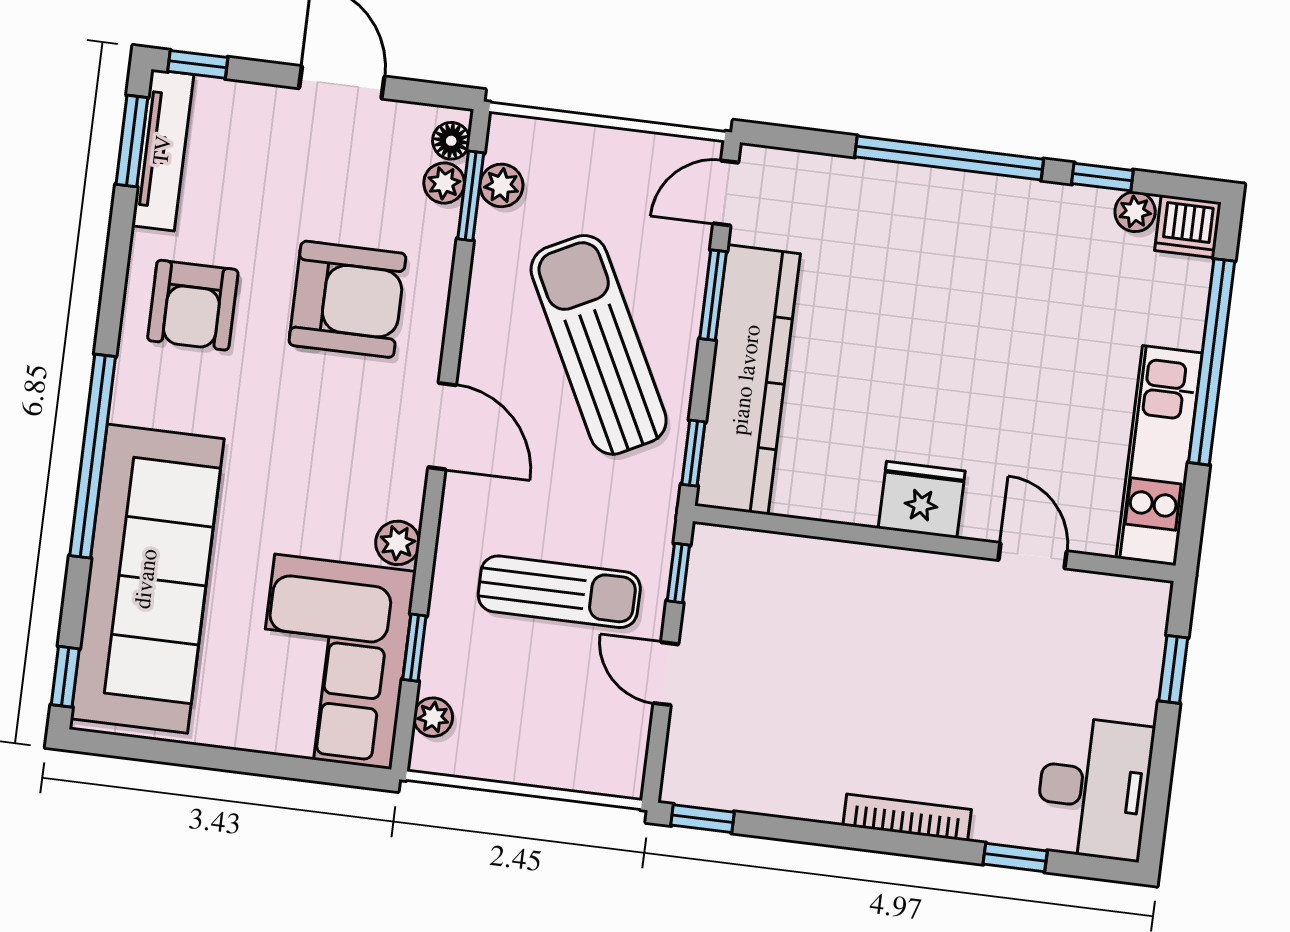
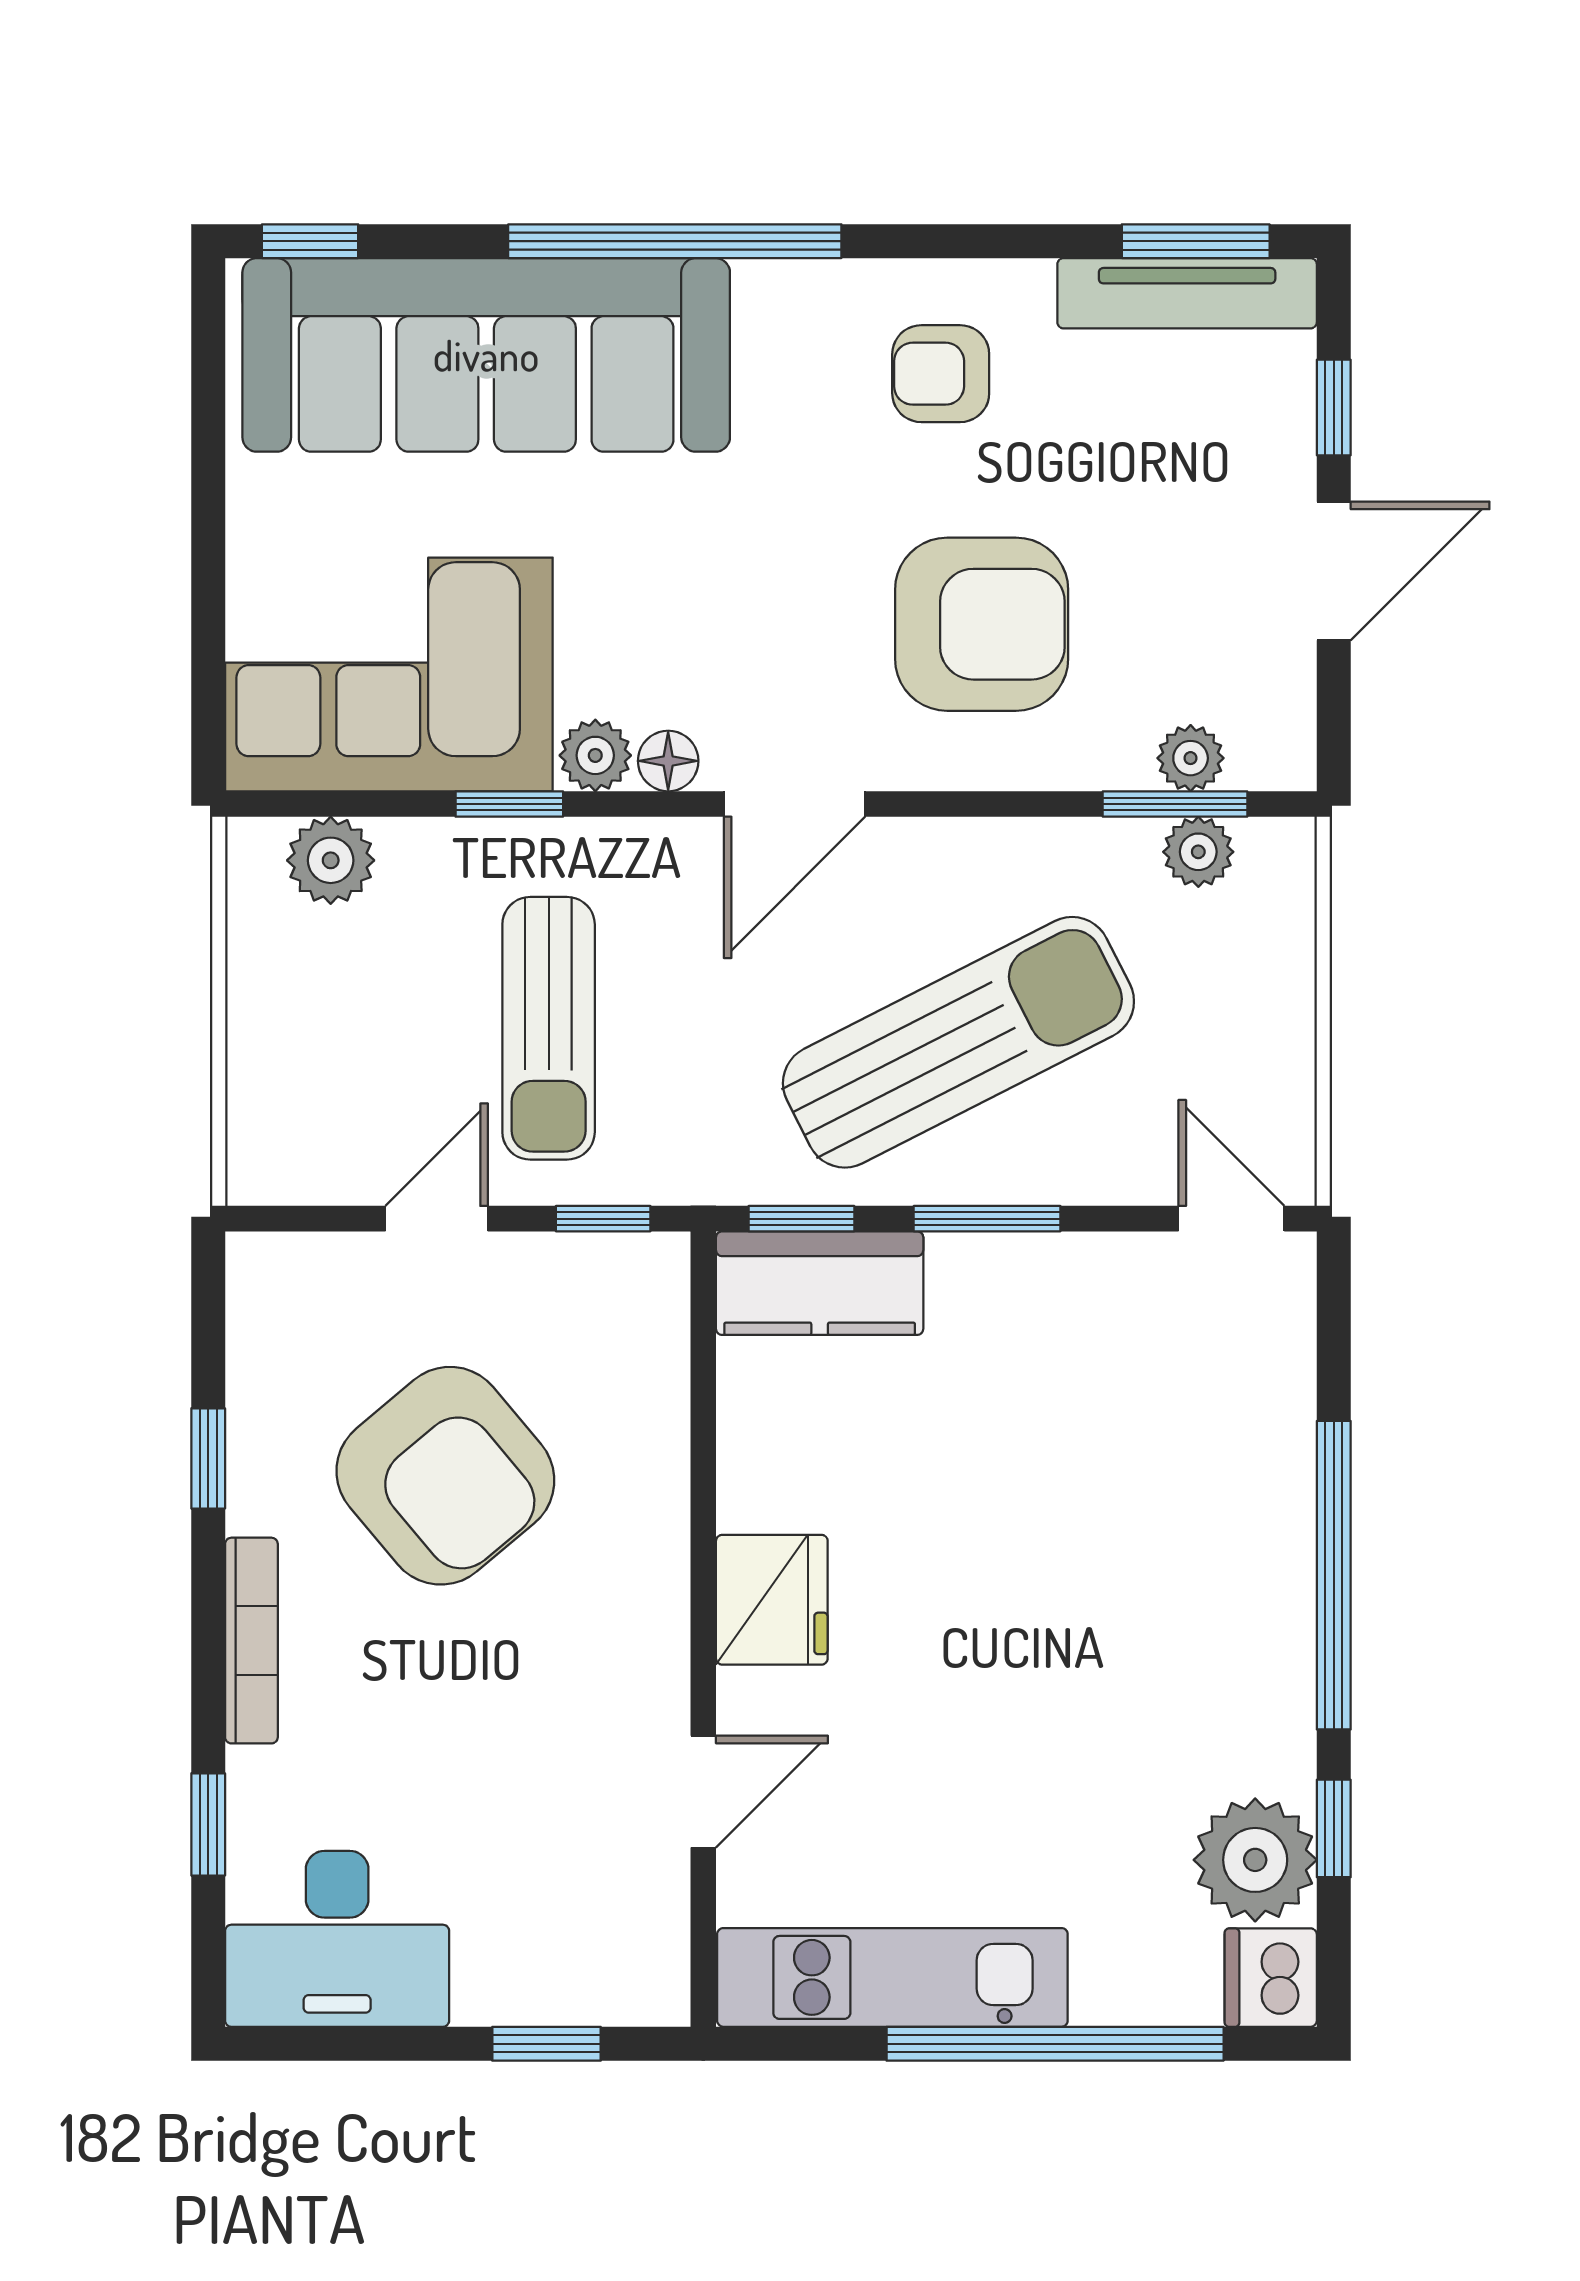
window: (198, 64) -> (1334, 408), moved
floor lamp: (451, 141) -> (668, 761), moved
plant: (1135, 212) -> (1255, 1860), width x1.88, depth x1.88
window: (713, 295) -> (987, 1219), moved
armchair: (347, 299) -> (982, 624), turned -90
armchair: (193, 305) -> (941, 374), width x0.72, depth x0.72
kitchen counter: (747, 380) -> (820, 1283), width x0.48, depth x0.86
window: (414, 648) -> (509, 804), moved
armchair: (822, 688) -> (445, 1476), added
plant: (433, 717) -> (331, 860), width x1.38, depth x1.38
window: (703, 819) -> (208, 1458), moved

